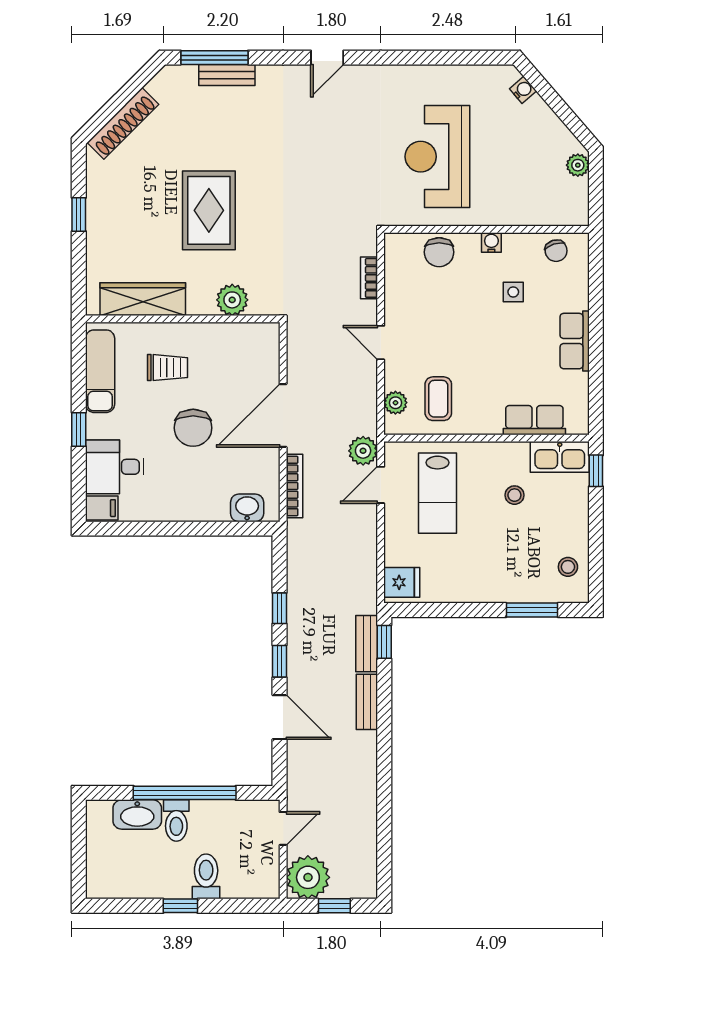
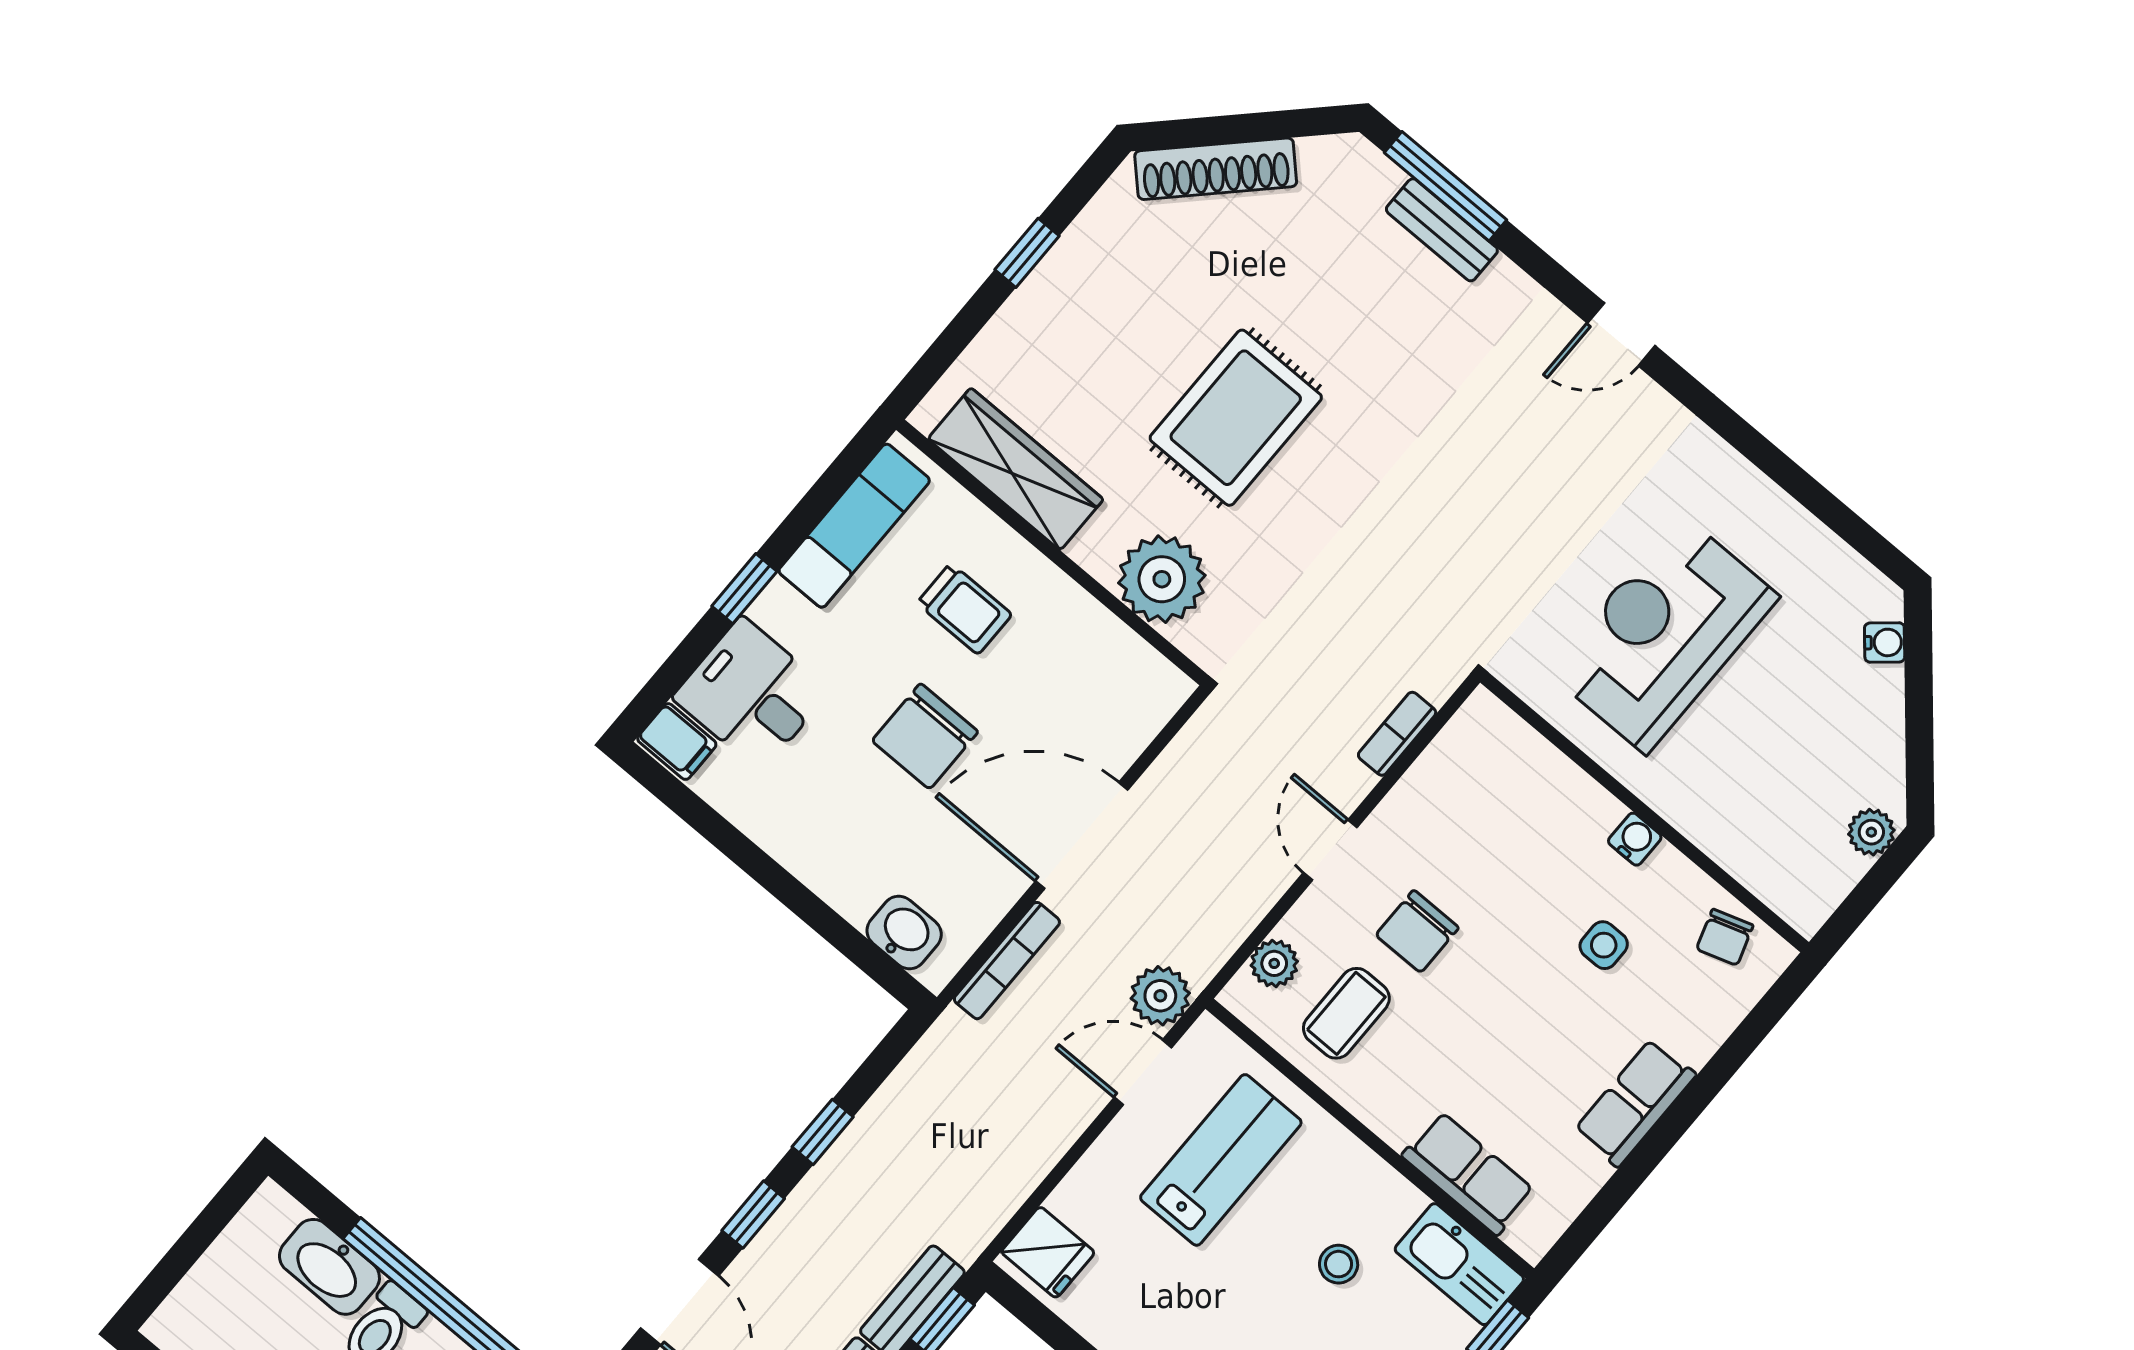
chair: (439, 252) -> (1417, 931), moved
plant: (232, 300) -> (1162, 579), width x1.36, depth x1.36
lab bench: (438, 493) -> (1221, 1160), turned 180

